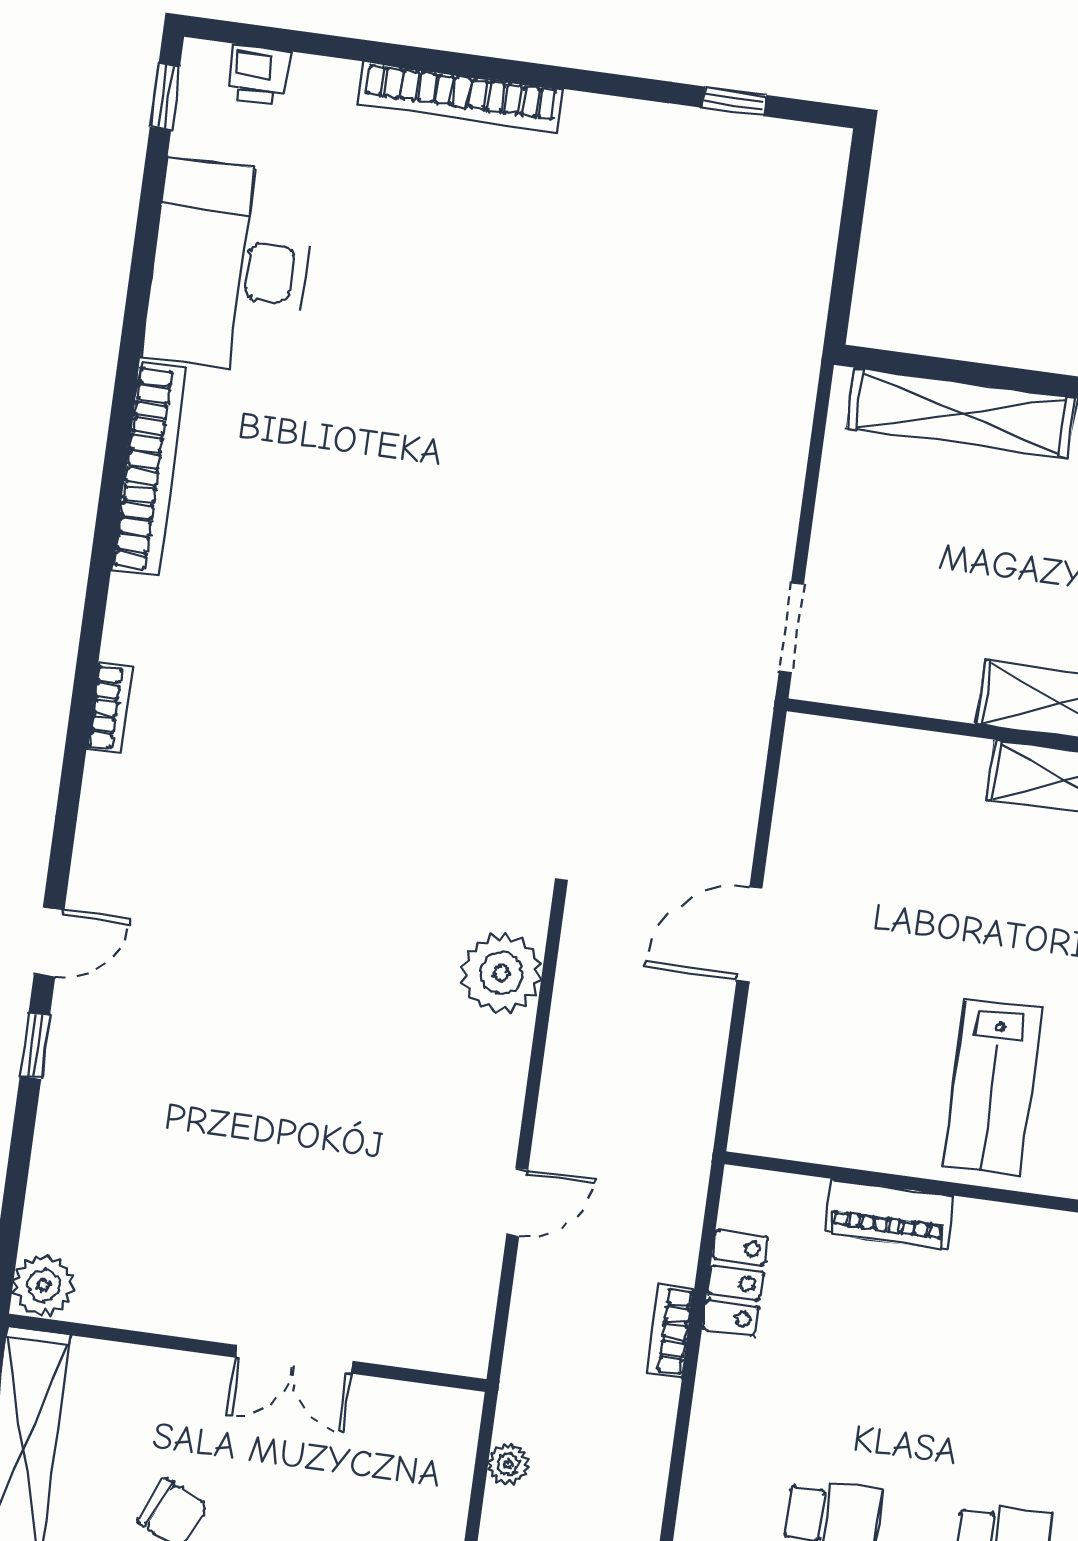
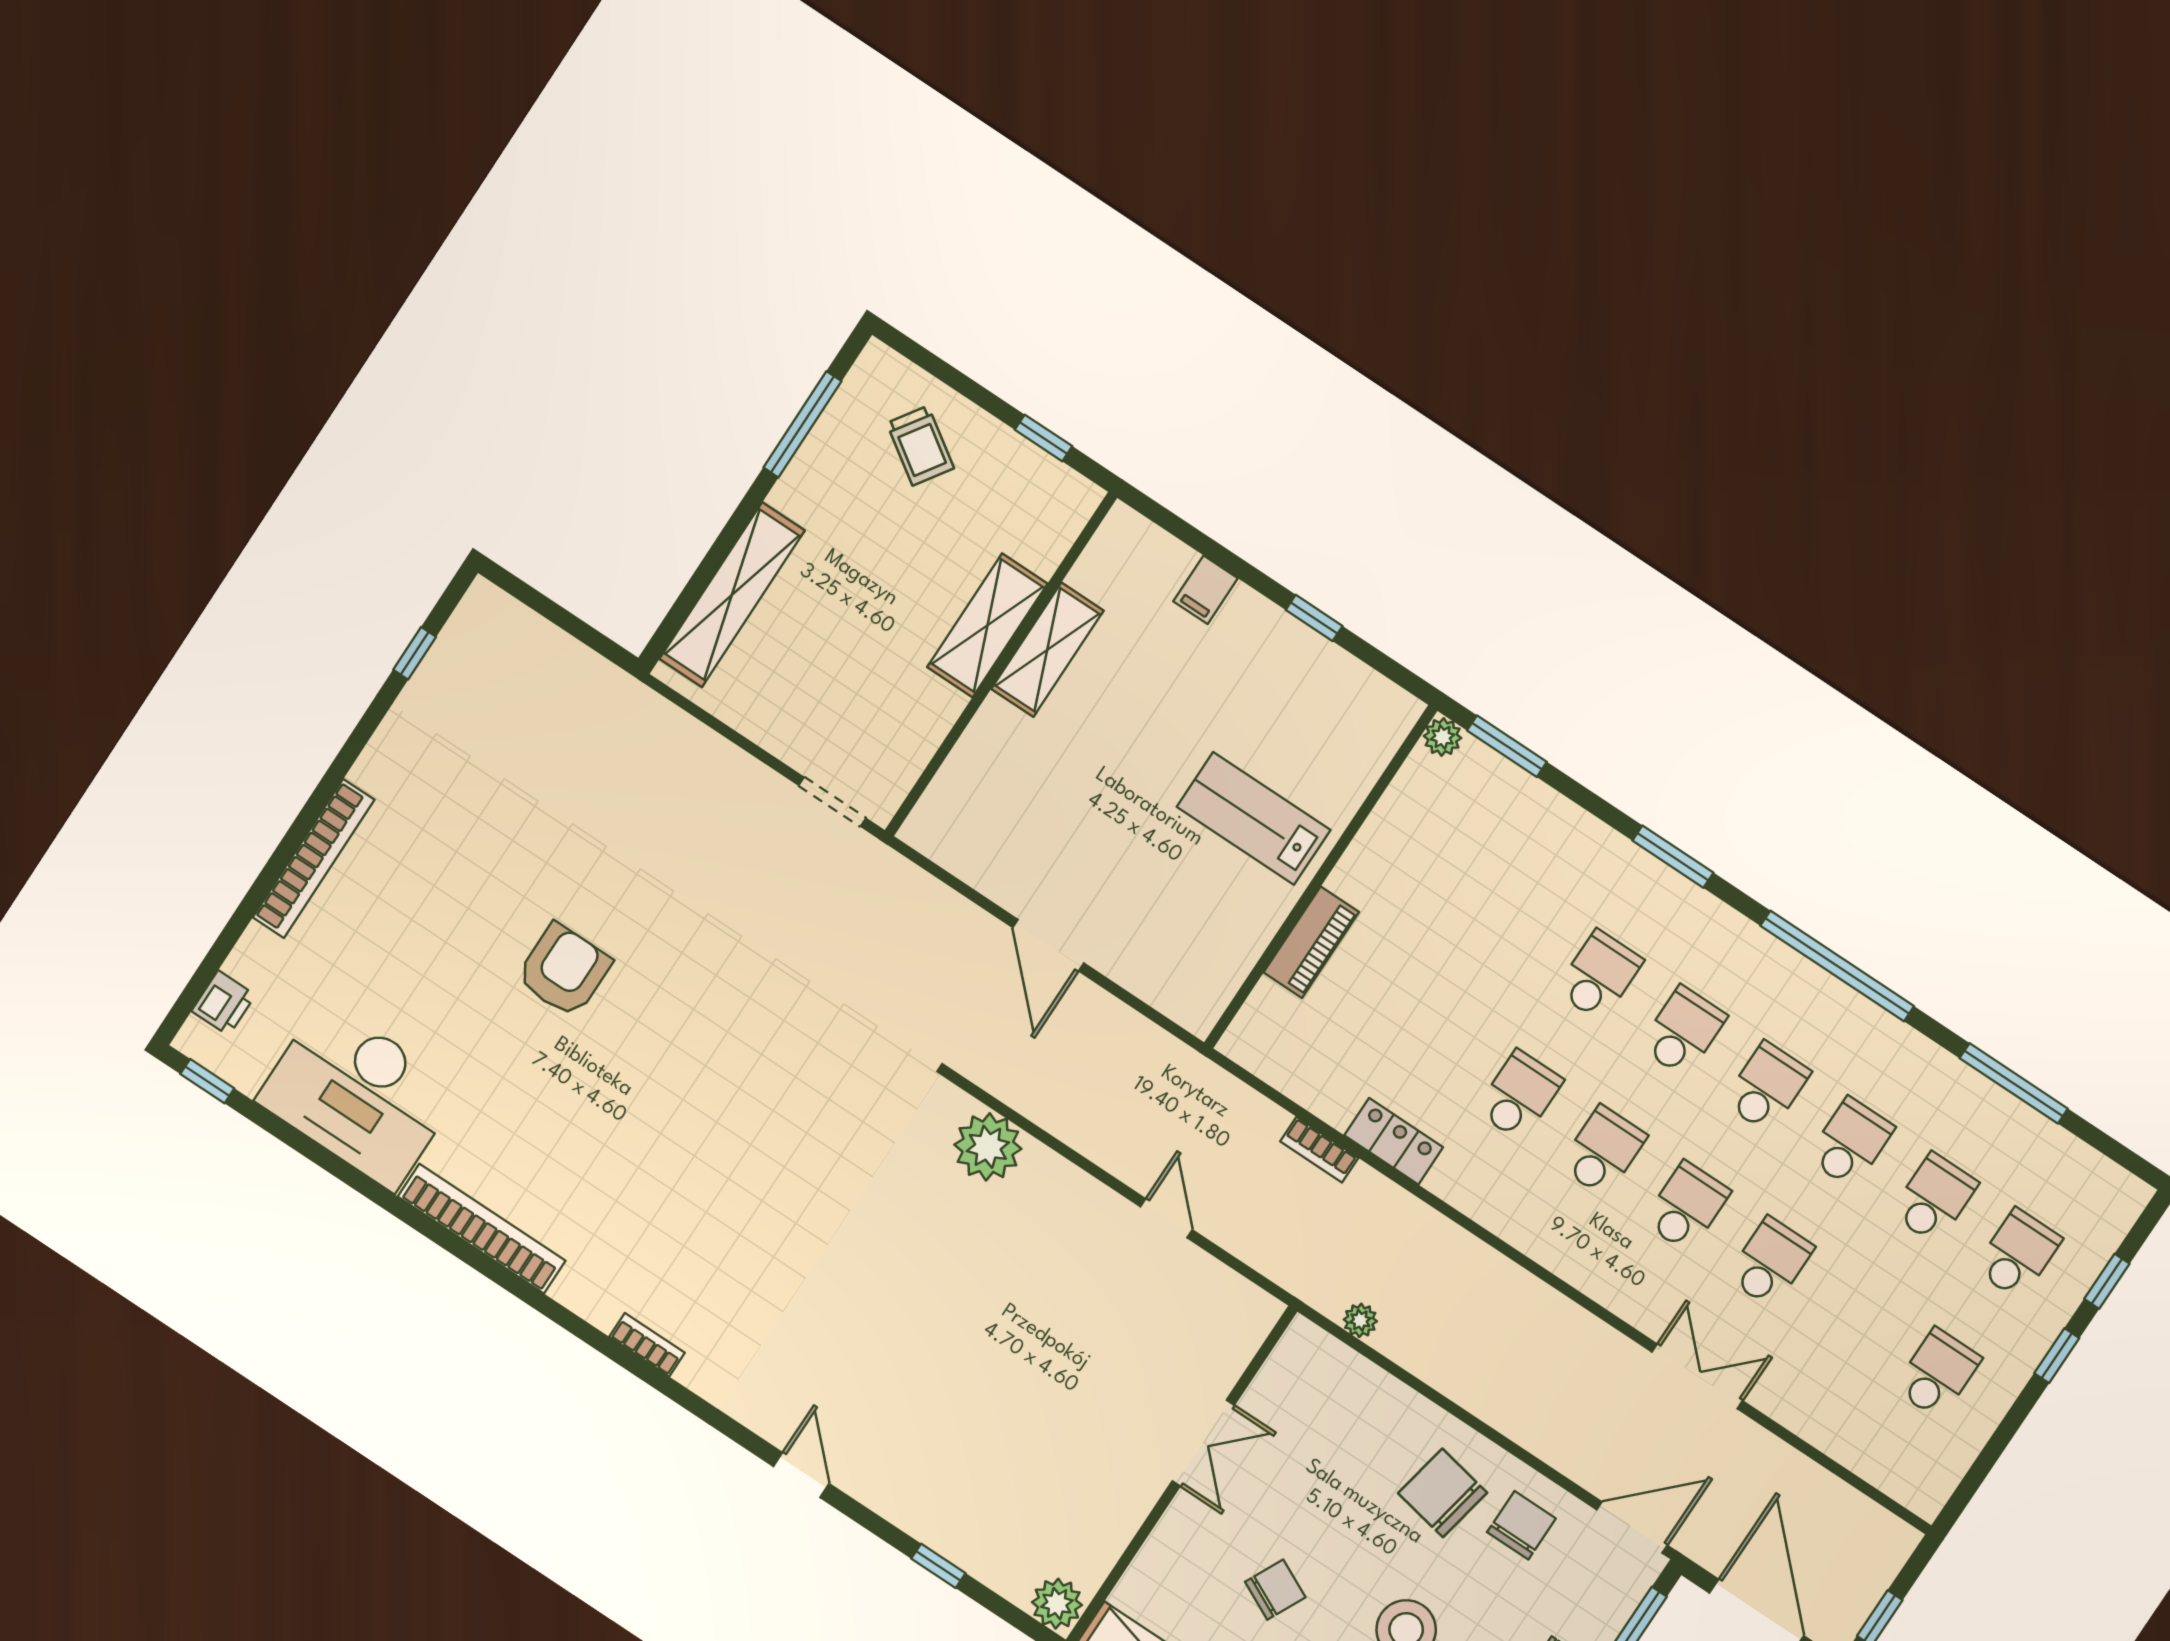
armchair: (471, 425) -> (564, 970), added
window: (35, 1046) -> (938, 1566), moved
lab bench: (992, 1088) -> (1254, 818), turned 180
locker: (735, 1283) -> (1394, 1141), moved

